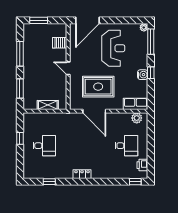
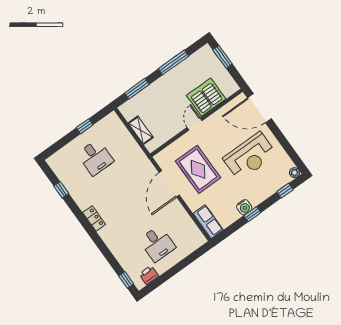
window: (151, 42) -> (285, 191), width x0.46
server rack: (60, 43) -> (206, 97), width x2.18, depth x1.44
plant: (137, 118) -> (194, 234), removed

